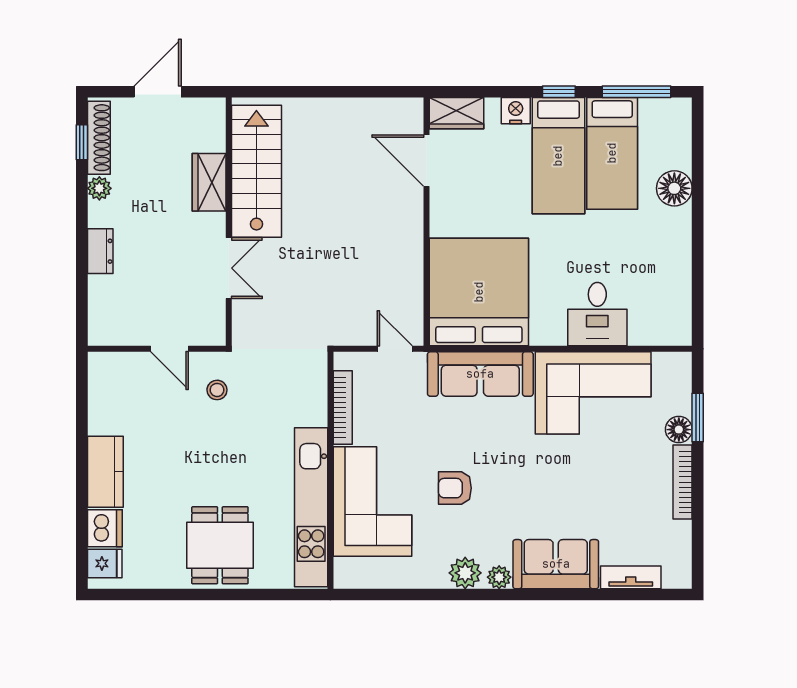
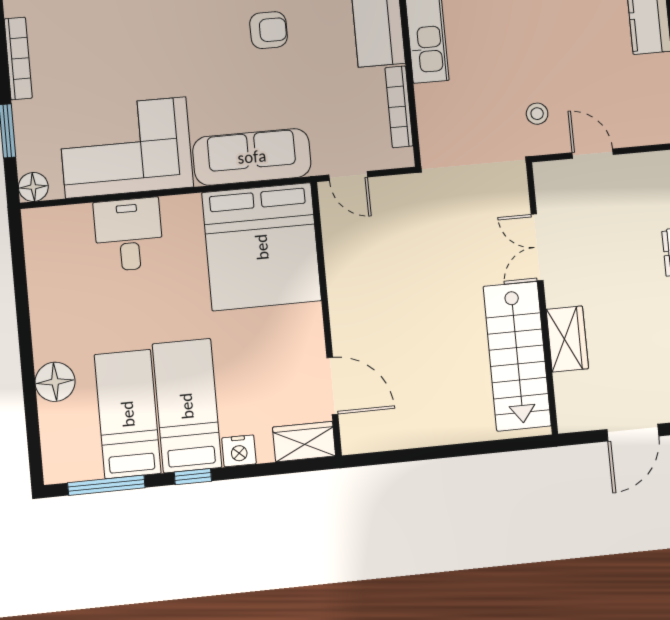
floor lamp: (679, 430) -> (33, 187), moved

